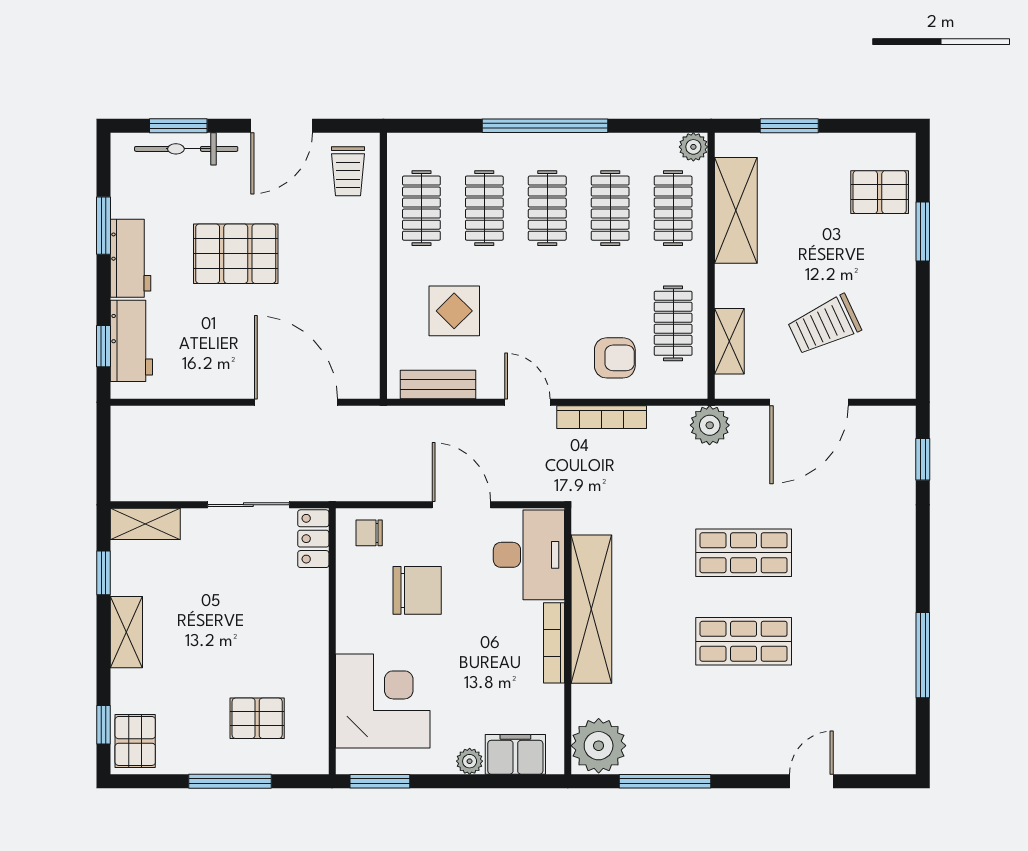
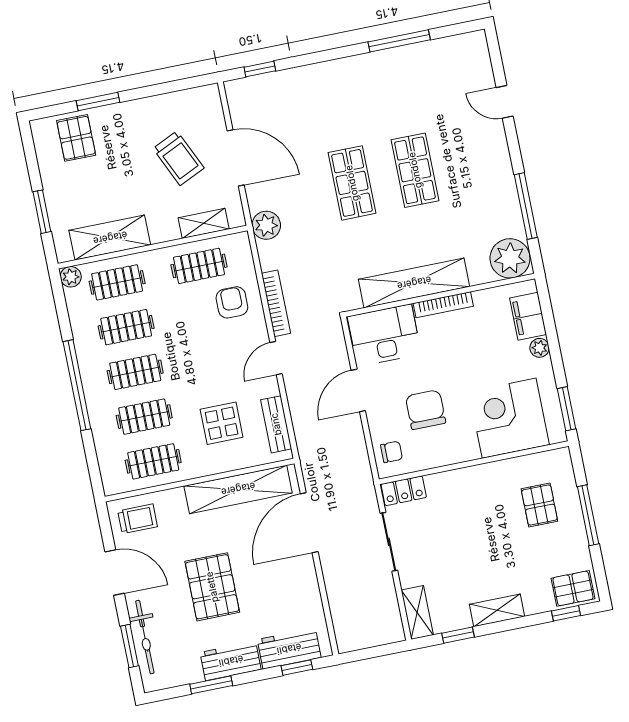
shelving: (360, 315) -> (238, 489), added
chair: (369, 533) -> (391, 452), turned -90

